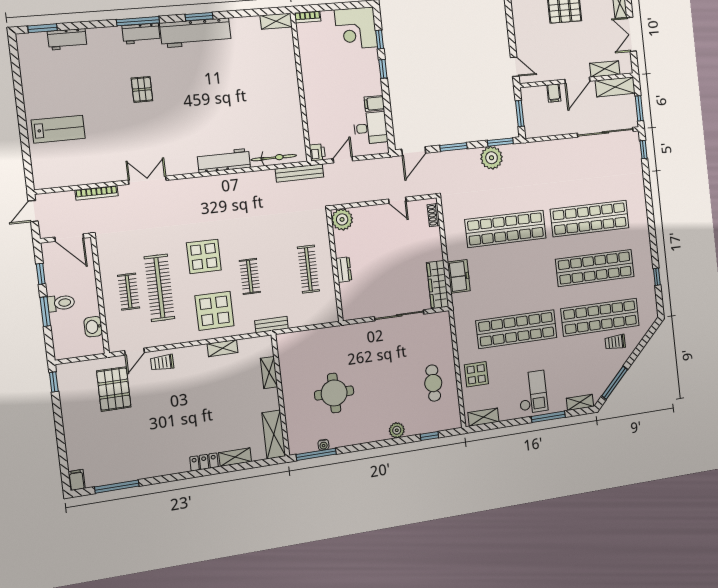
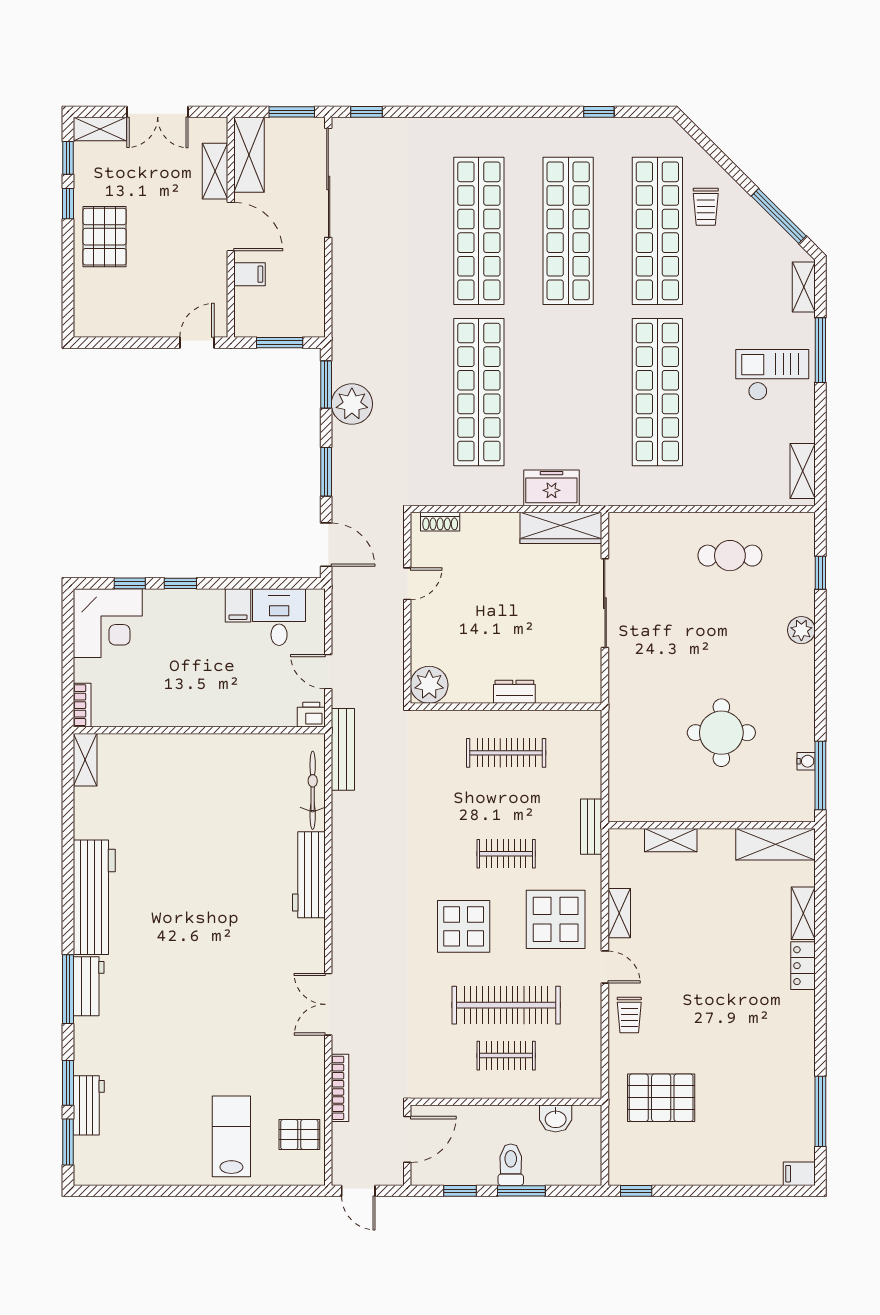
window: (199, 17) -> (68, 1083), moved
pallet: (142, 89) -> (299, 1135), moved
door: (135, 352) -> (605, 967), moved
display table: (476, 374) -> (726, 475), removed

